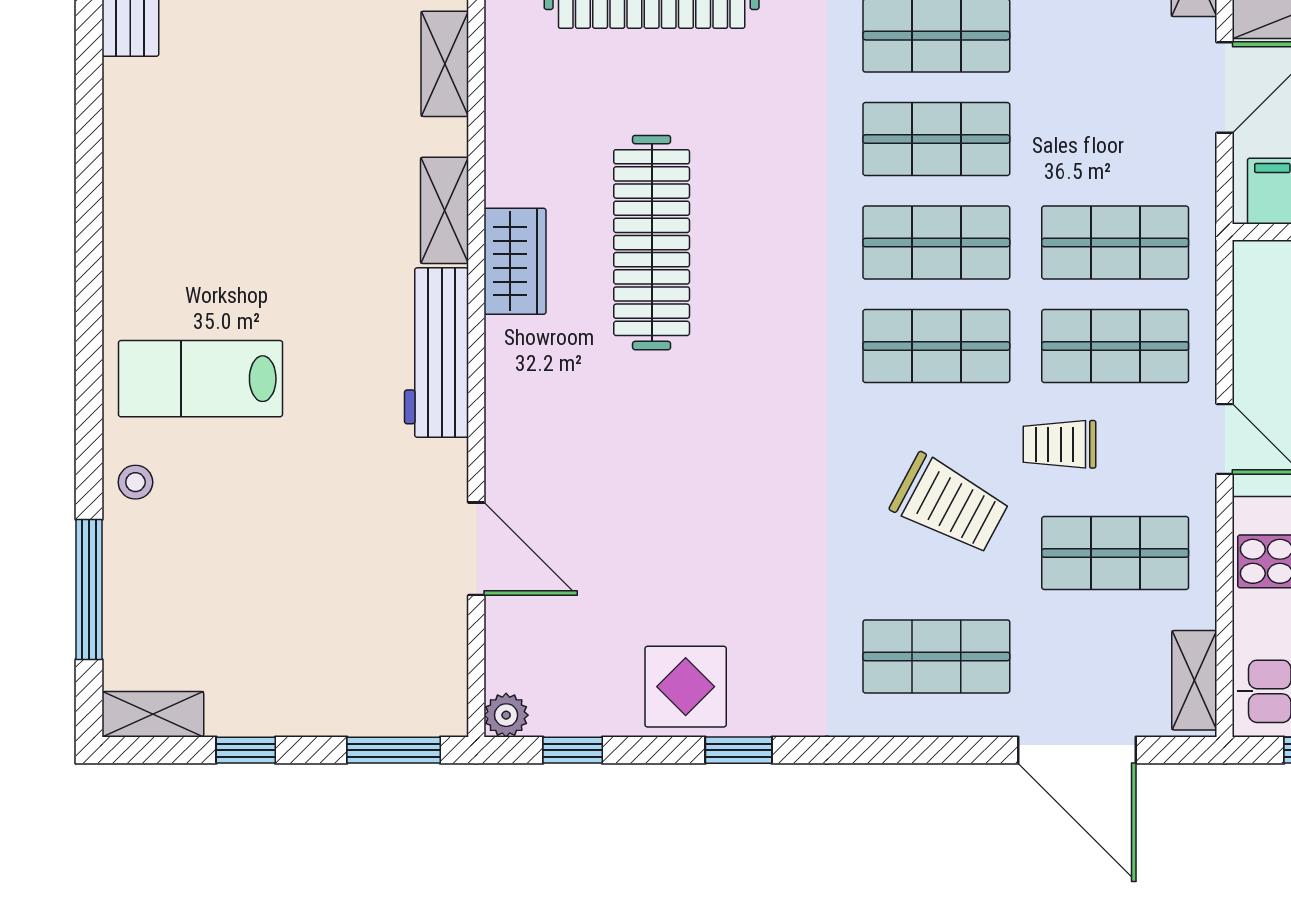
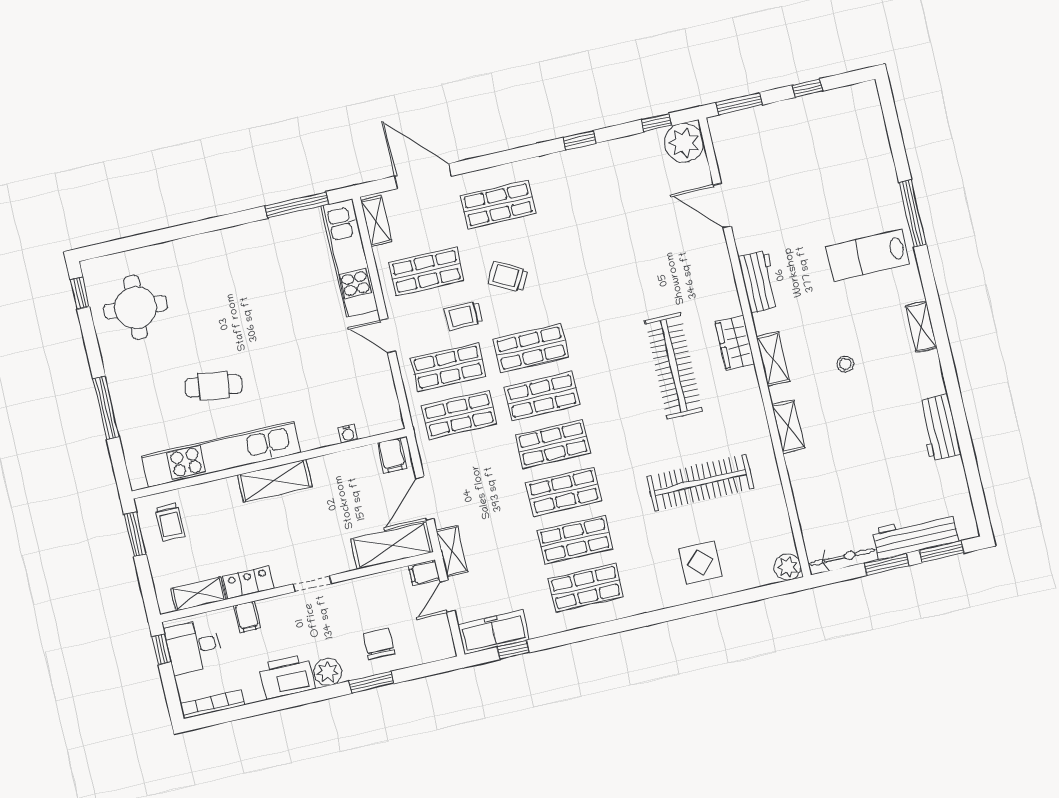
workbench: (437, 353) -> (759, 281), width x0.73
lab bench: (200, 379) -> (868, 255), turned 180
trolley: (1059, 444) -> (464, 316), turned 180
stool: (135, 482) -> (845, 364), moved
trolley: (950, 504) -> (508, 276), width x0.73, depth x0.72
window: (89, 590) -> (913, 214), moved
display table: (686, 687) -> (611, 164), removed
shelving: (153, 714) -> (921, 327), moved, turned 90
plant: (506, 715) -> (684, 143), width x1.88, depth x1.88

